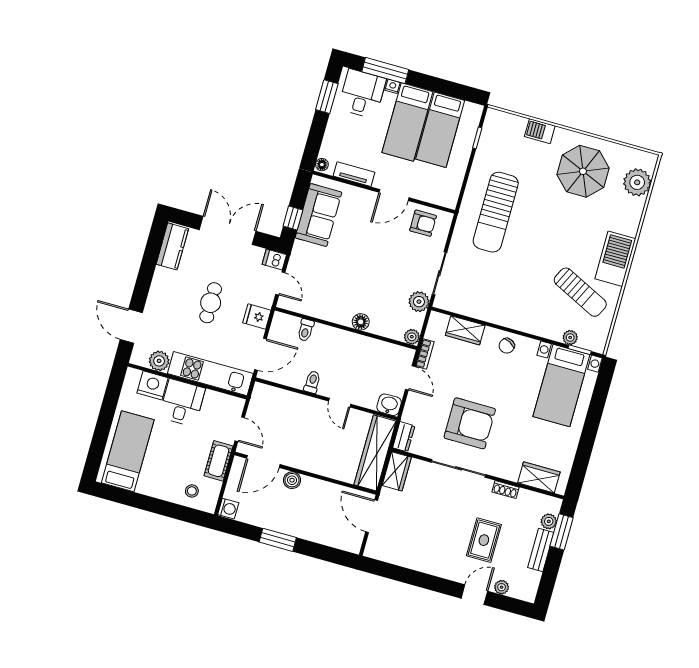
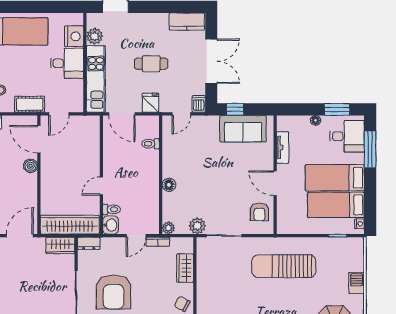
nightstand: (392, 86) -> (359, 224), moved
floor lamp: (322, 165) -> (316, 120), moved
toilet: (312, 382) -> (111, 209), moved

